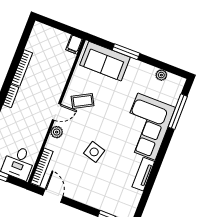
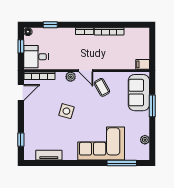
tv unit: (143, 174) -> (49, 155), moved

